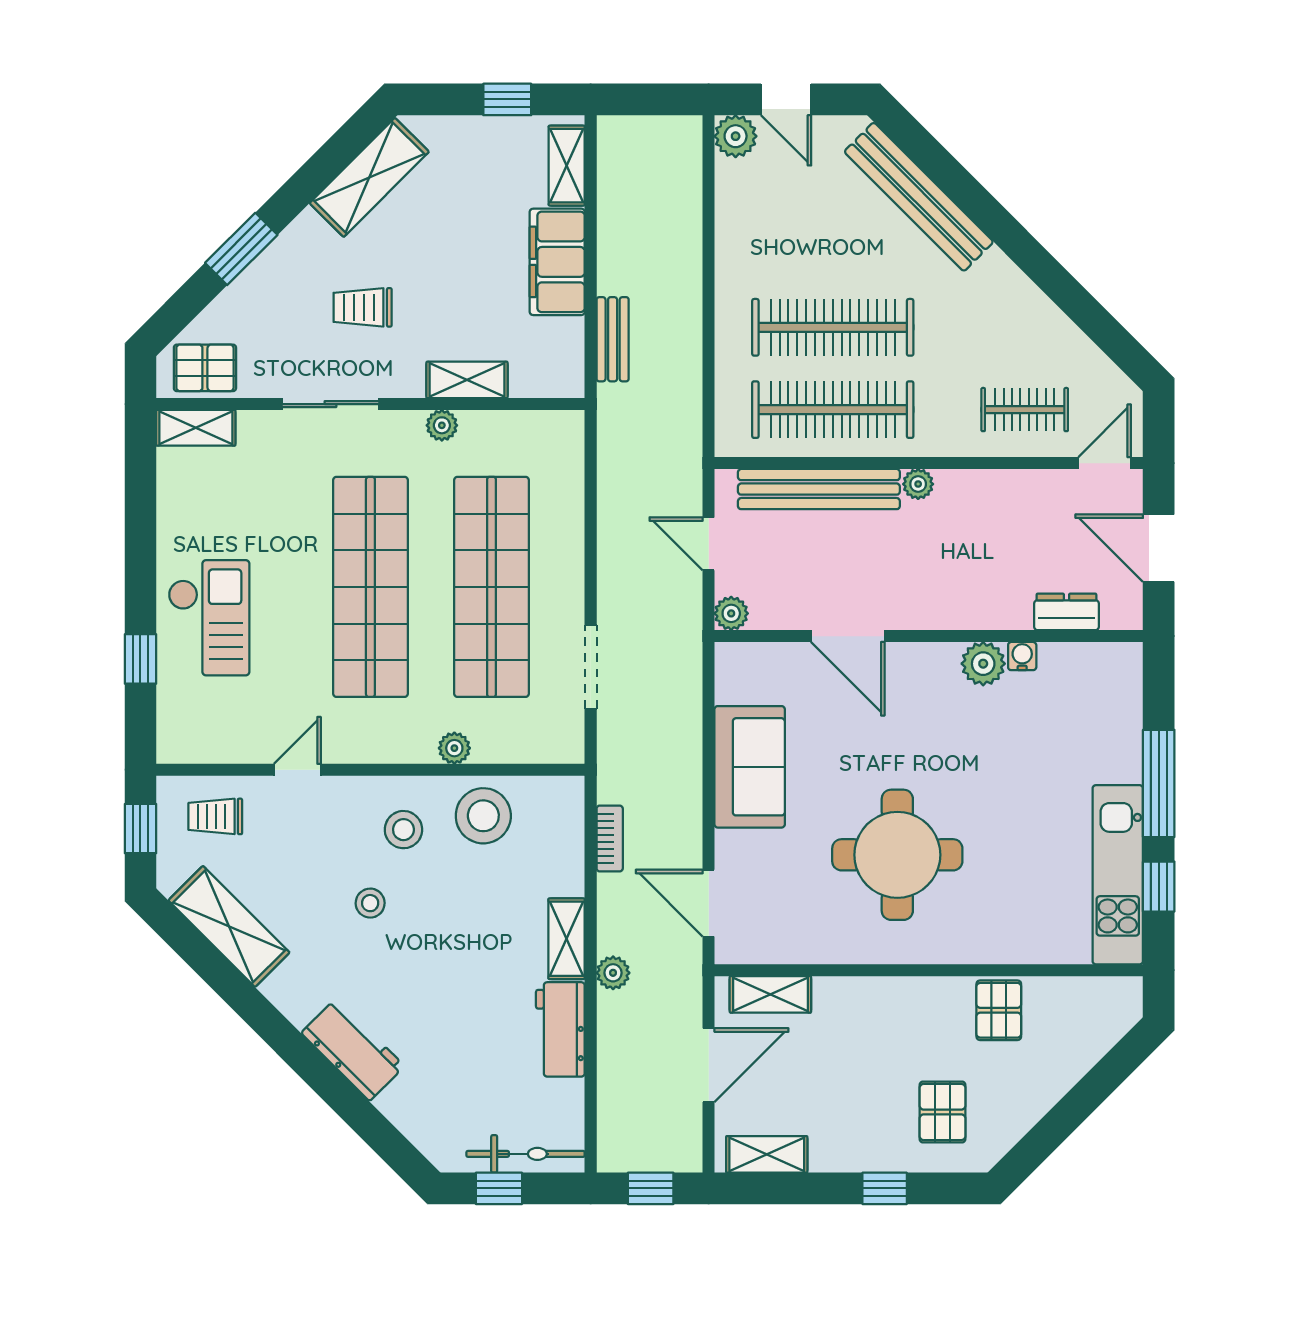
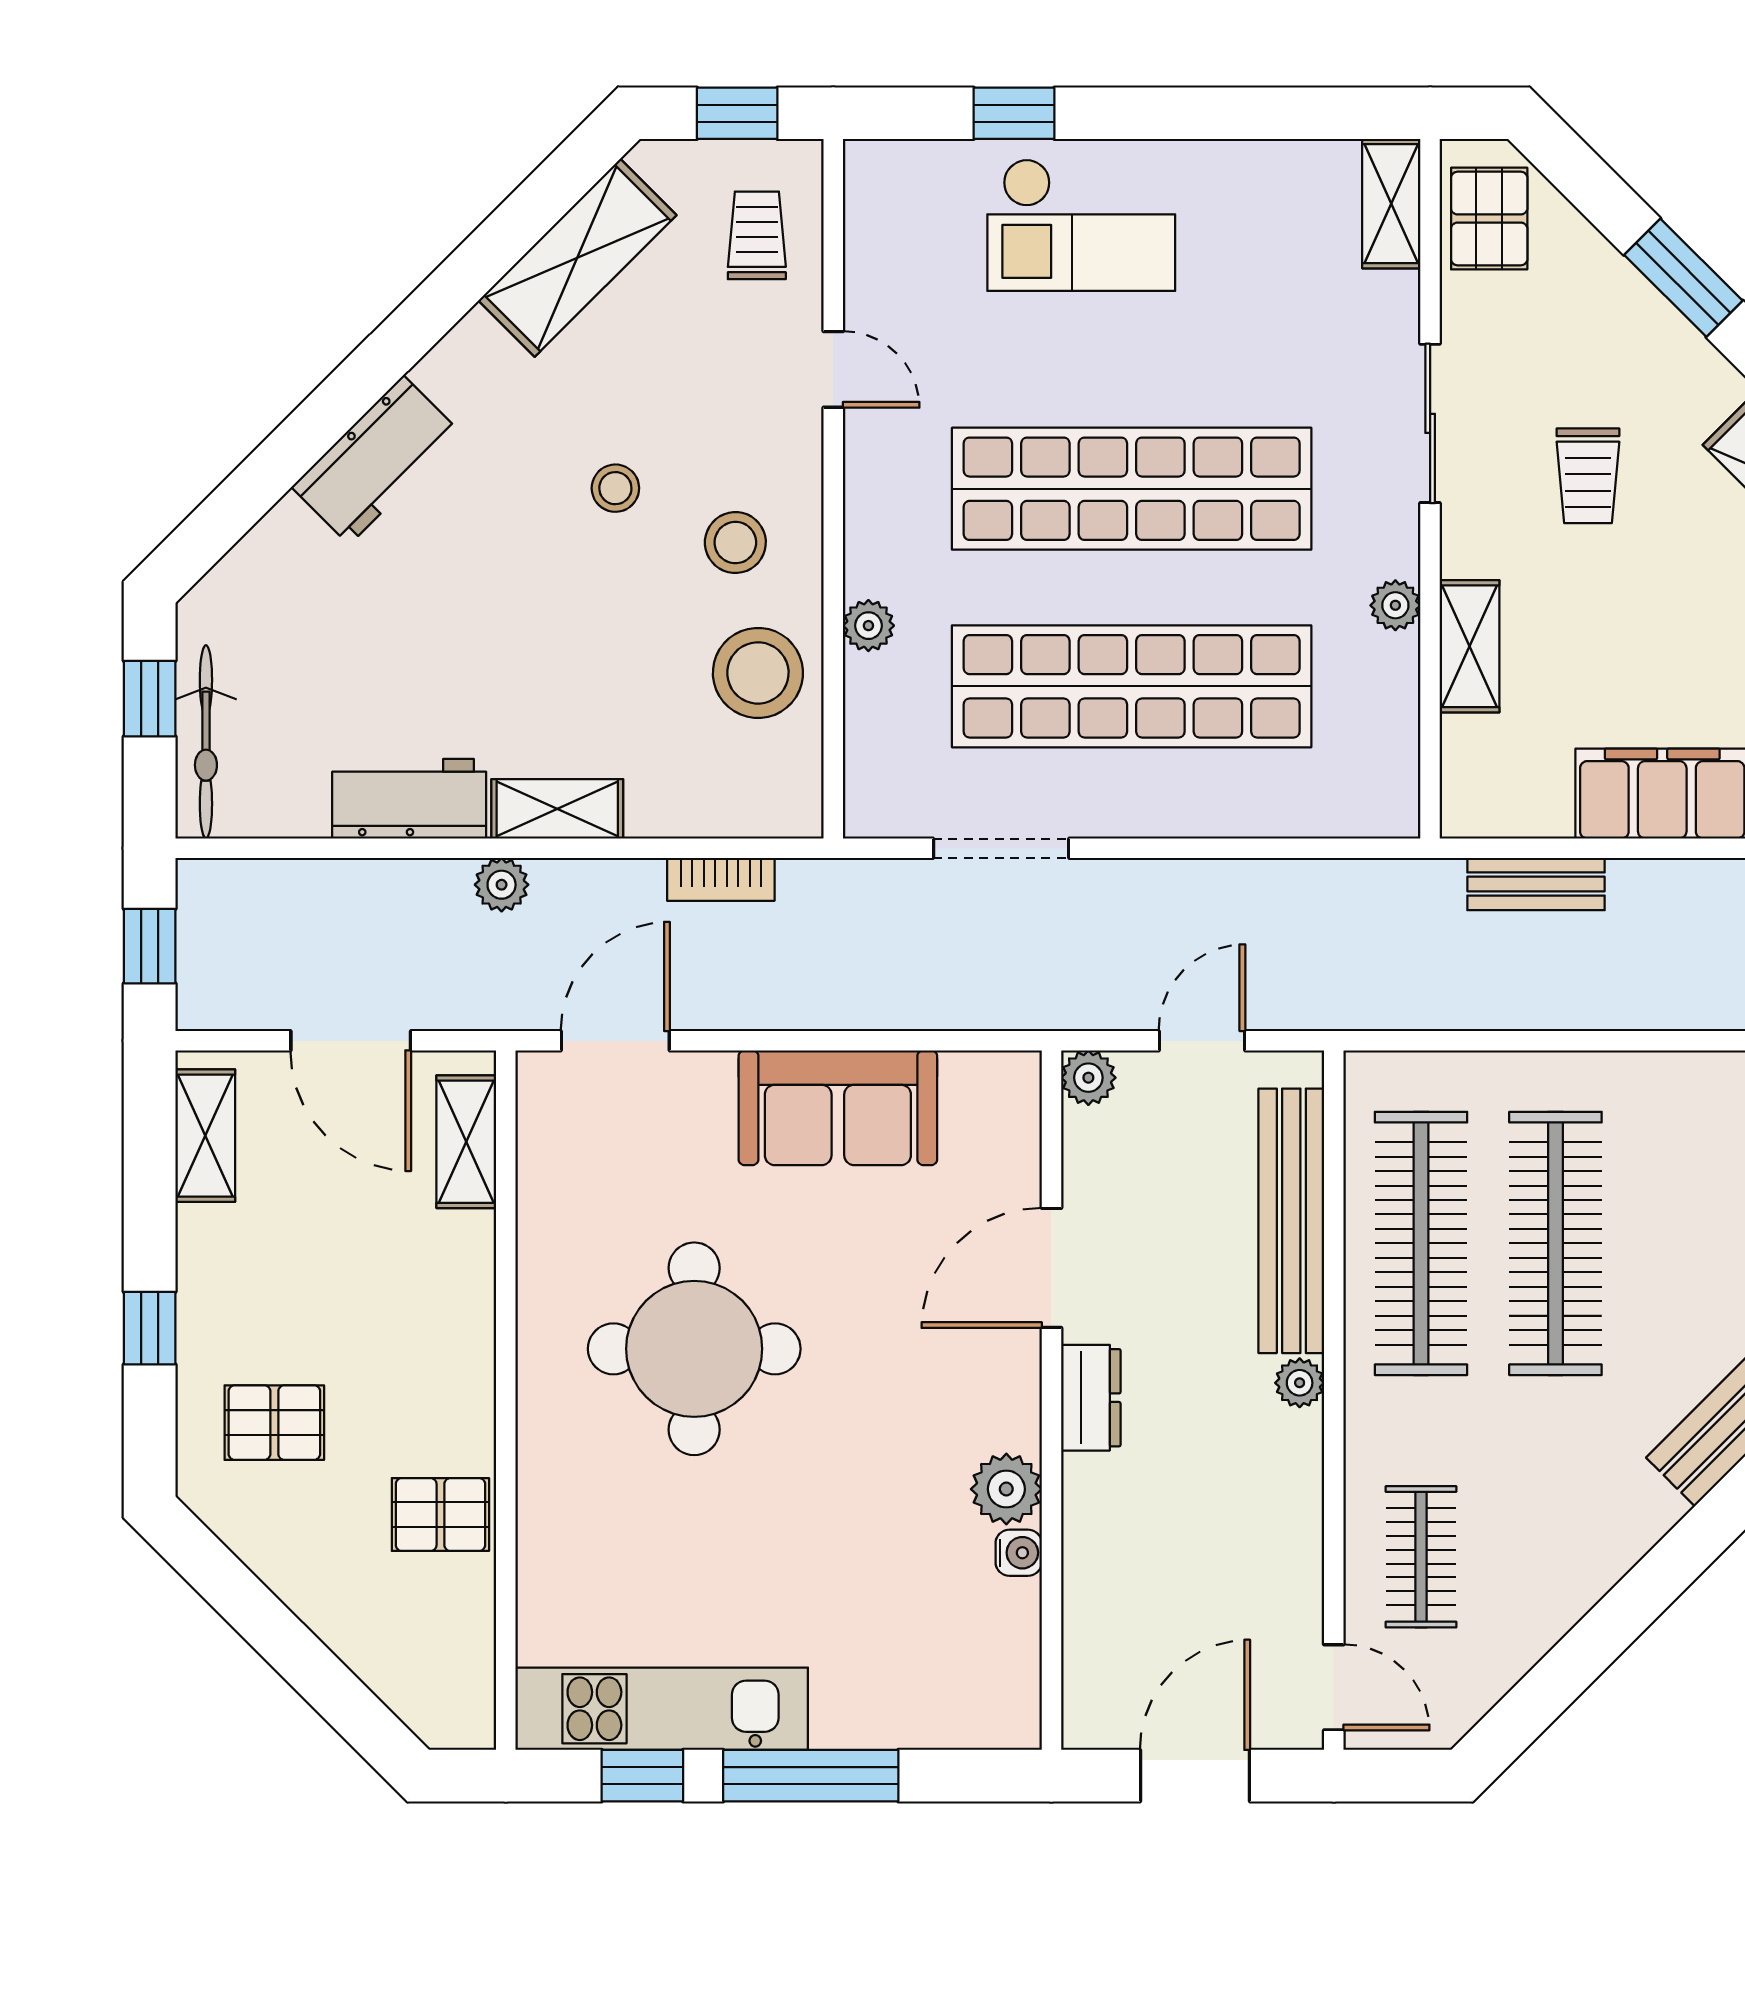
trolley: (363, 307) -> (1588, 476), turned 180
dresser: (1066, 612) -> (1091, 1398), moved

